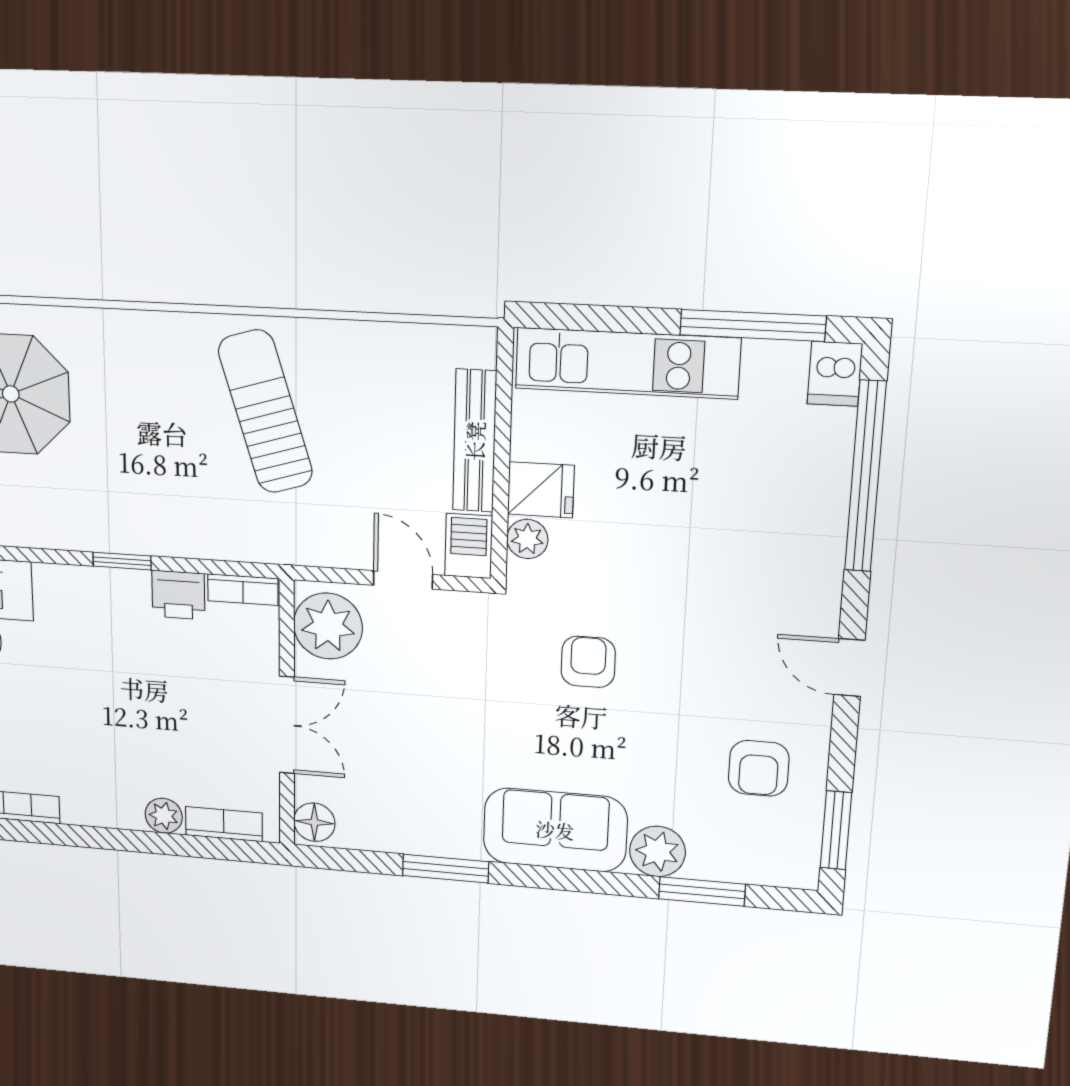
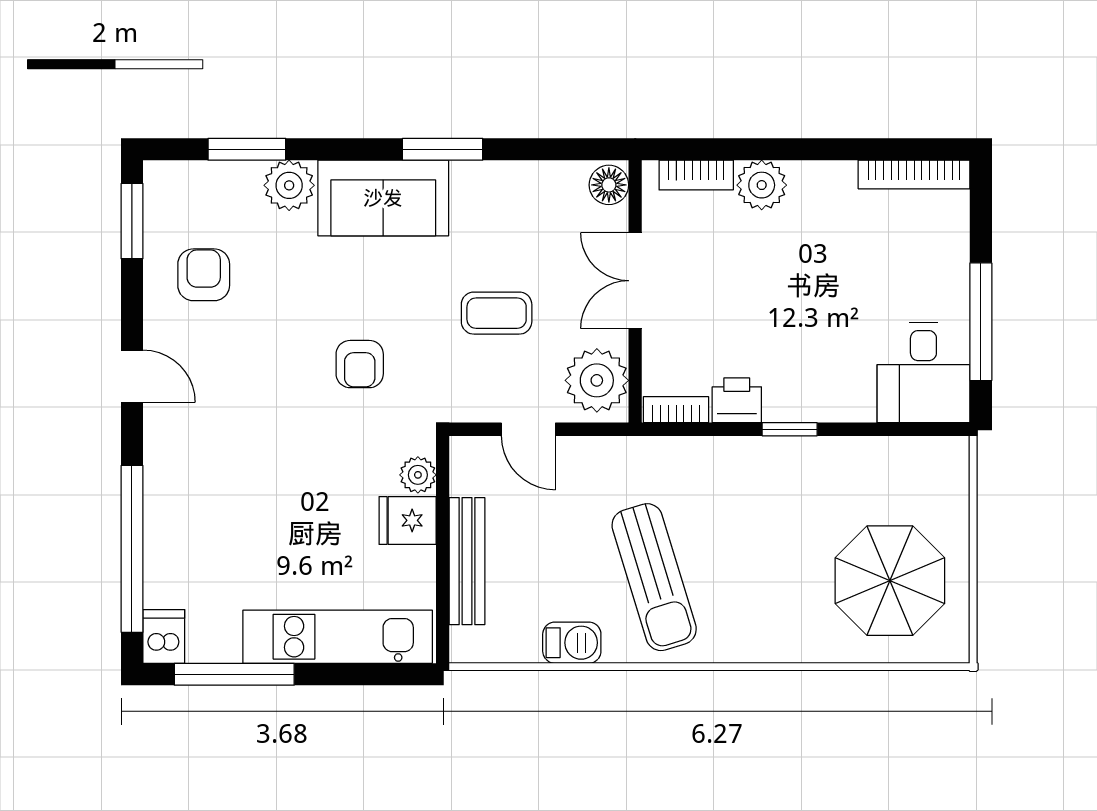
barbecue: (469, 546) -> (572, 643), moved, turned -90
coffee table: (436, 704) -> (497, 313), added
plant: (164, 816) -> (762, 185), width x1.38, depth x1.38
window: (446, 869) -> (443, 149), moved

